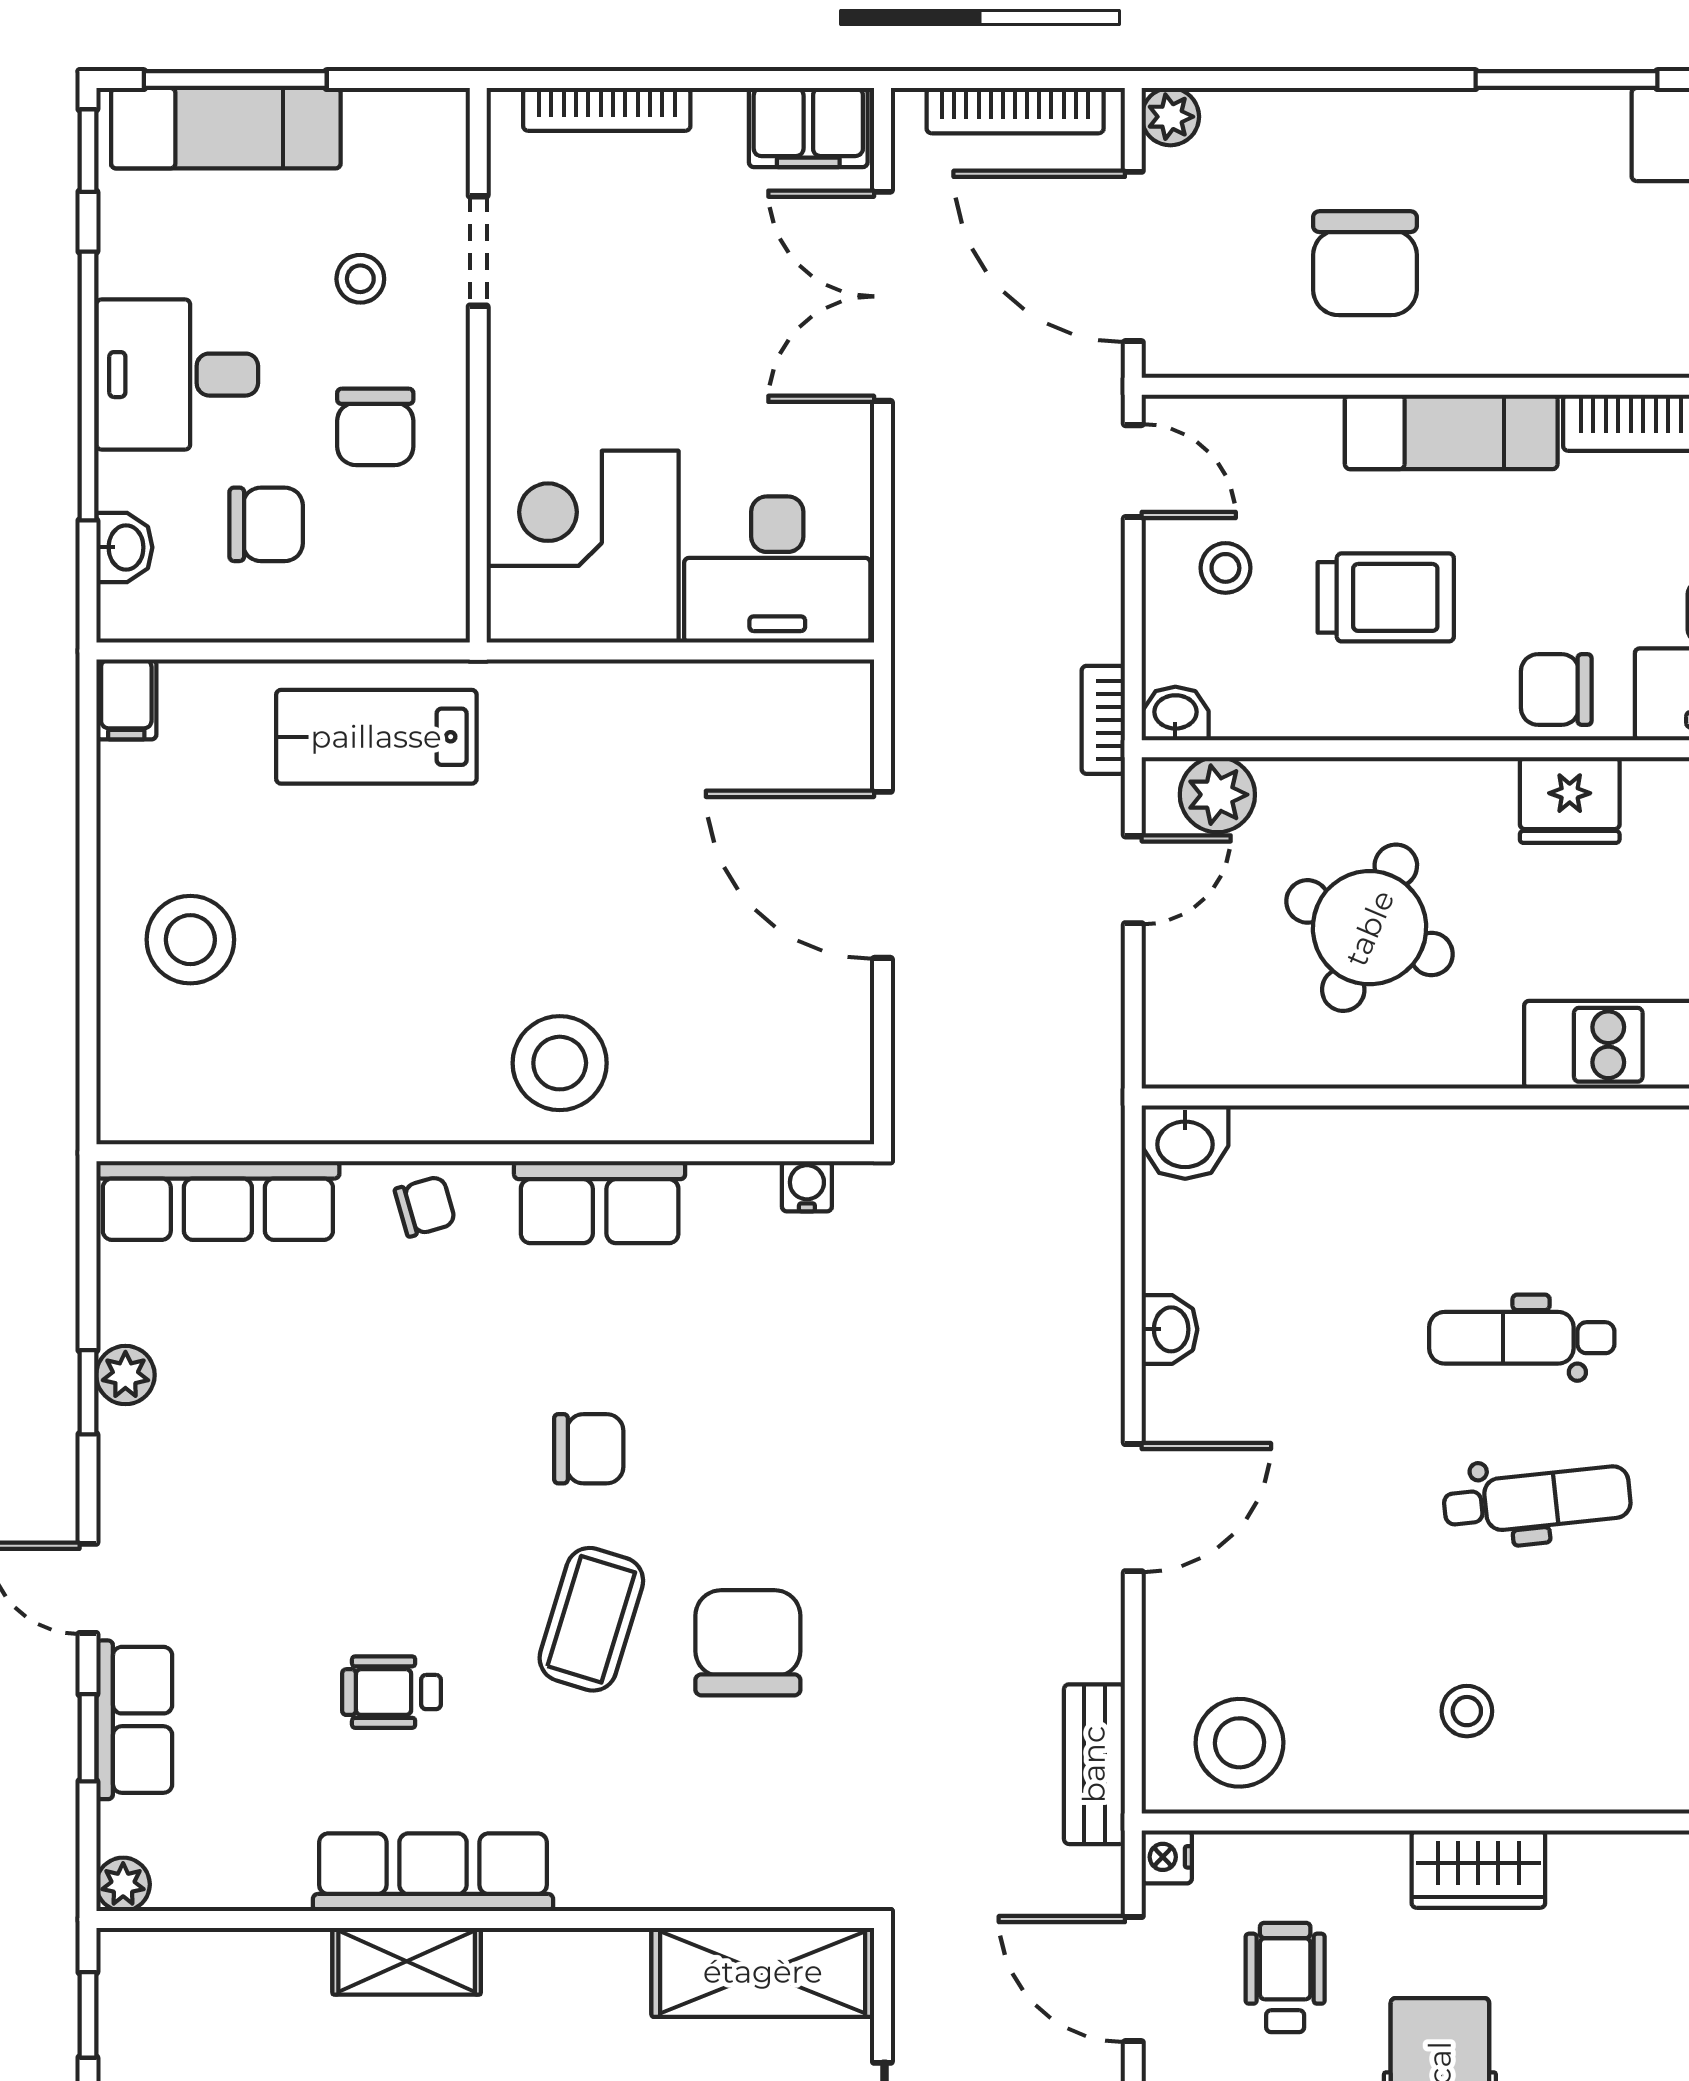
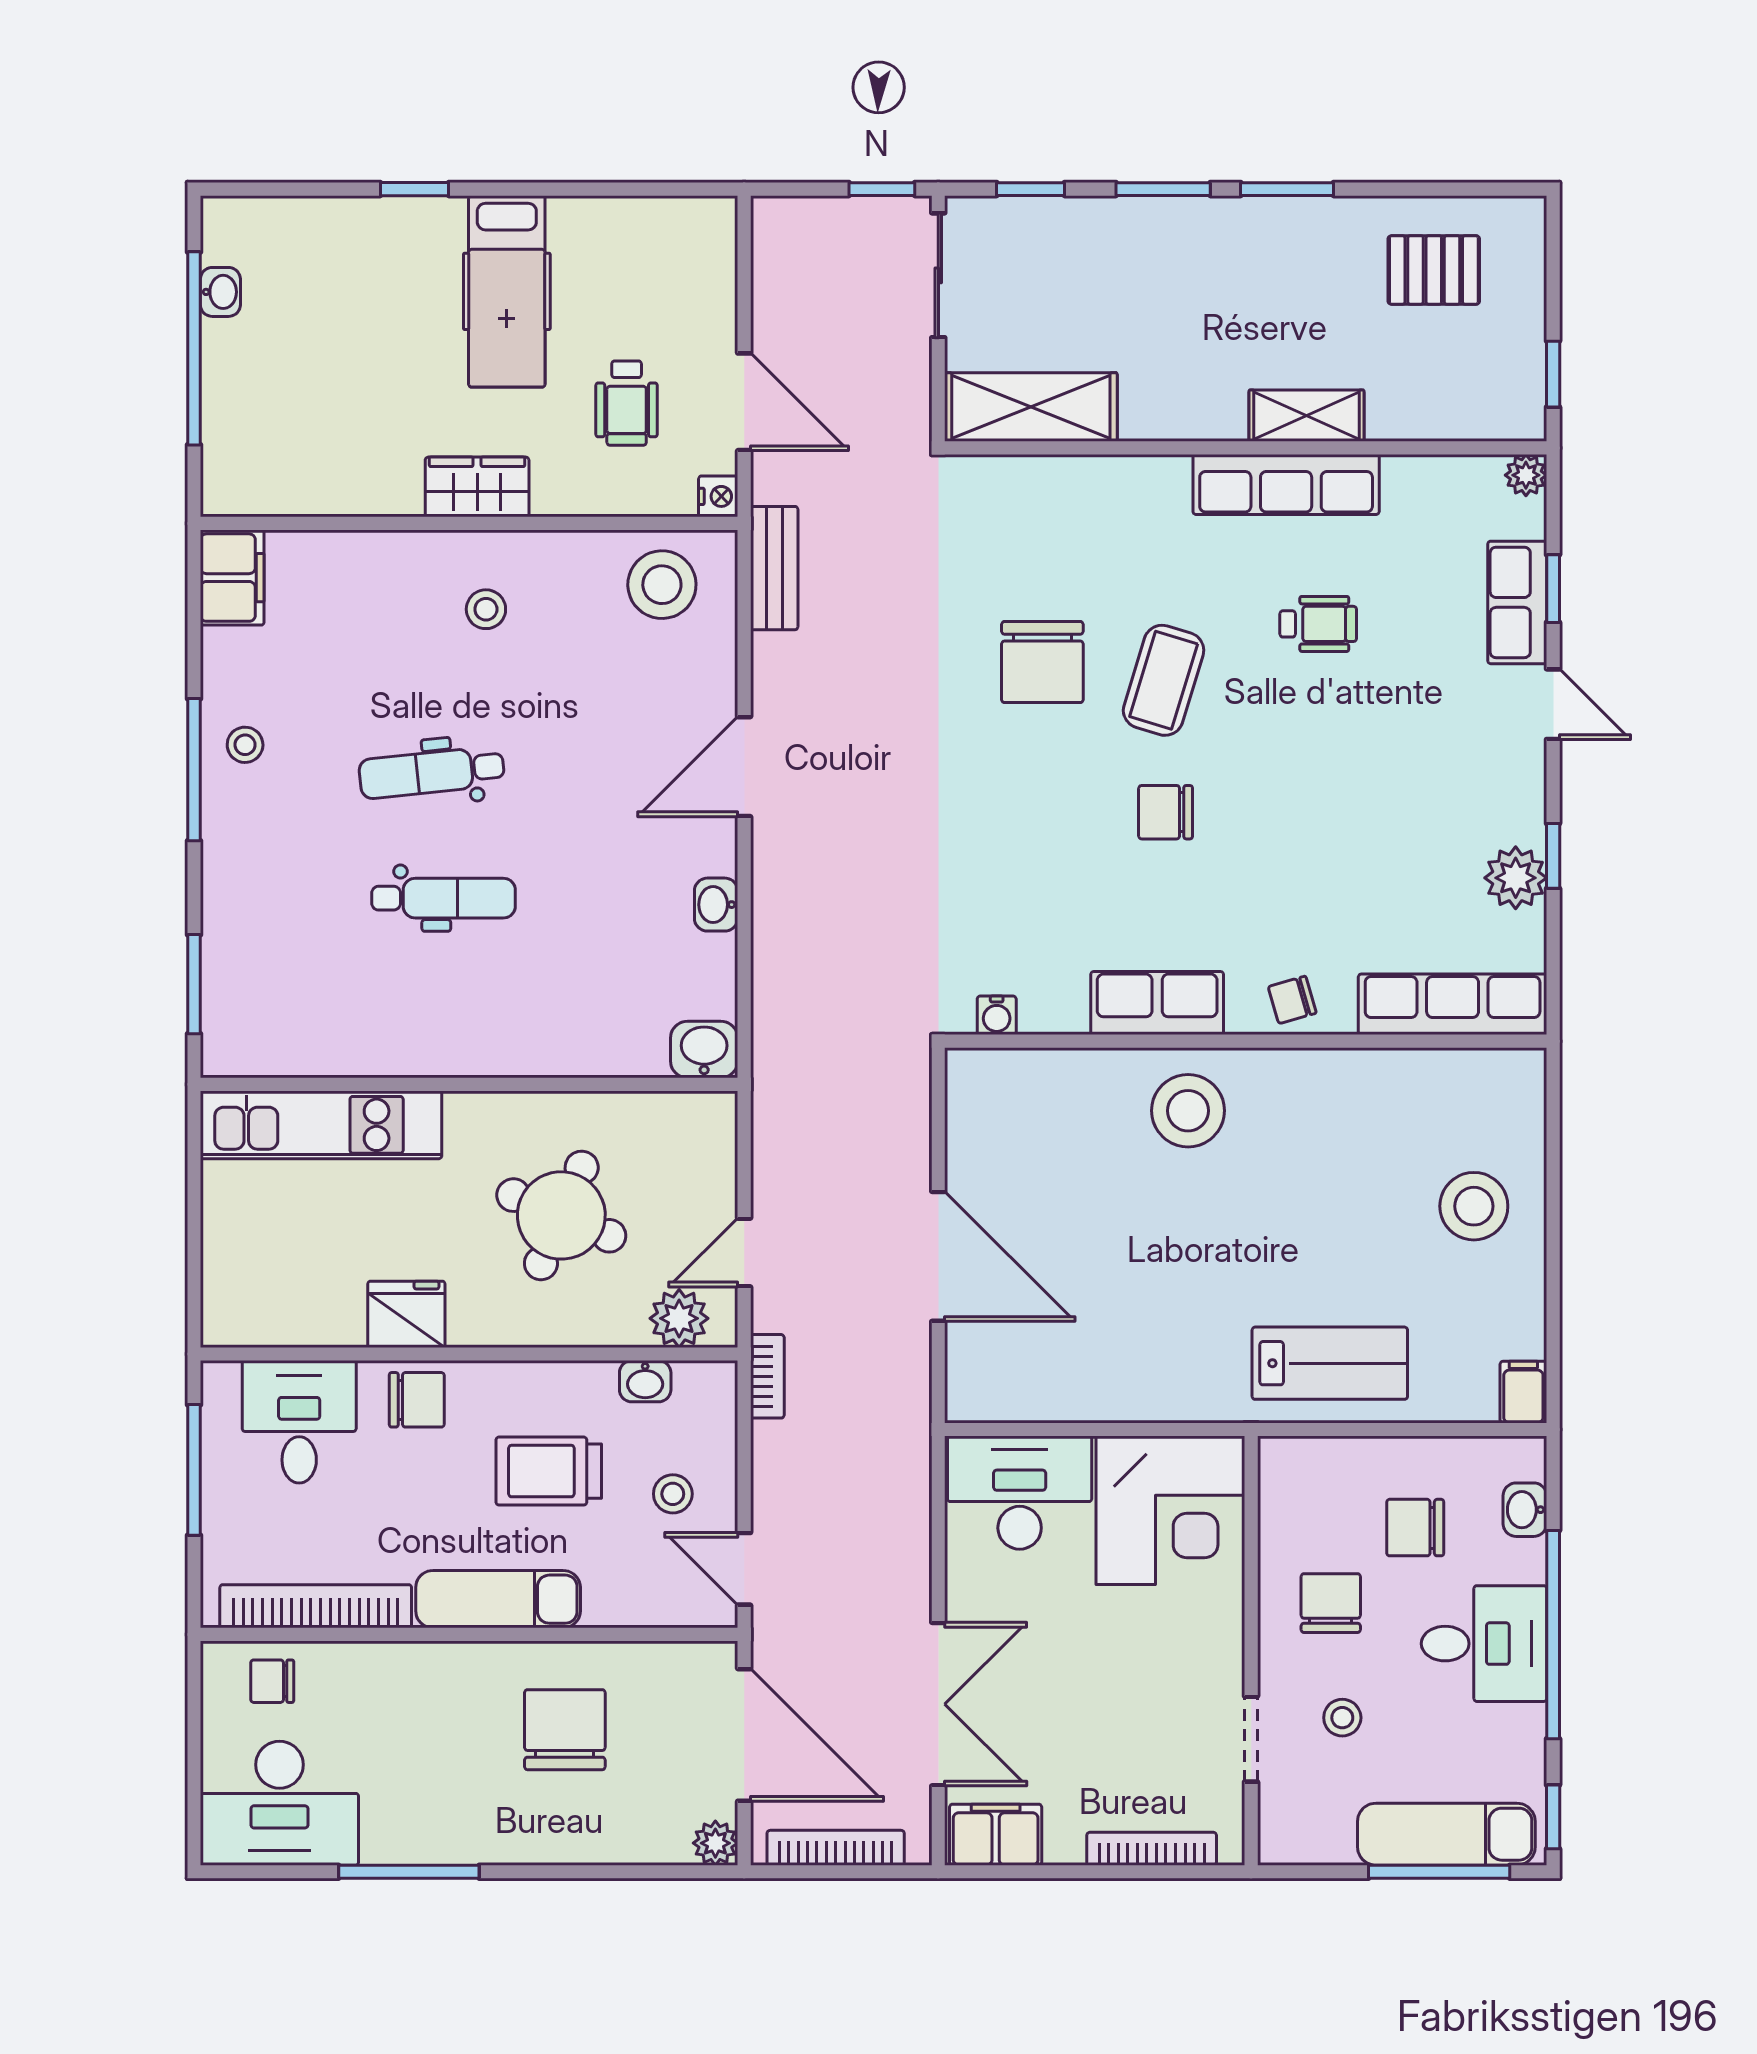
washbasin: (1175, 714) -> (645, 1381), moved
plant: (125, 1375) -> (1516, 878), width x1.38, depth x1.38

